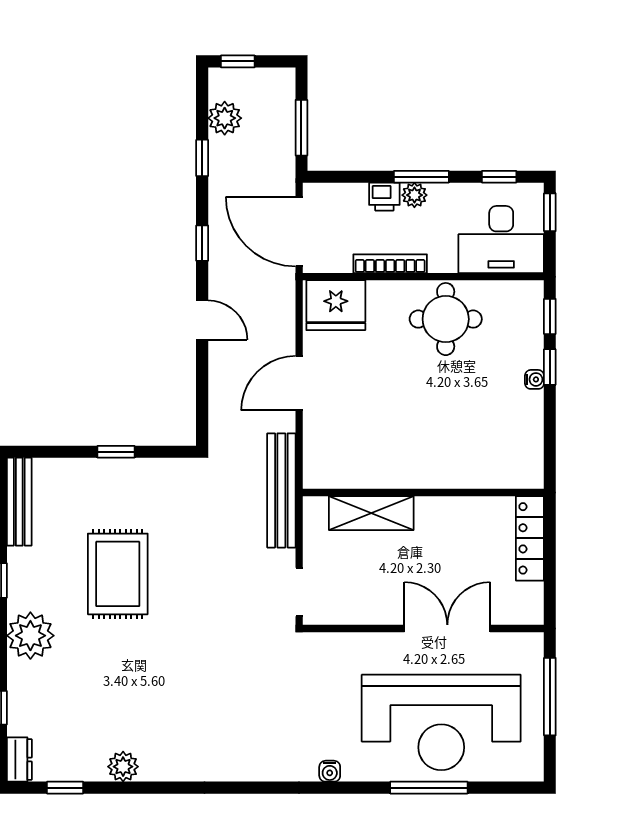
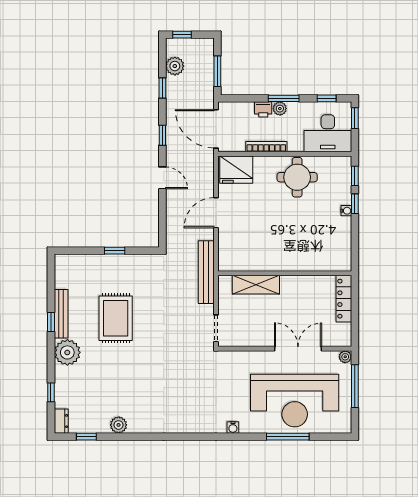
bench: (19, 502) -> (61, 314), moved
plant: (533, 643) -> (345, 357), added

